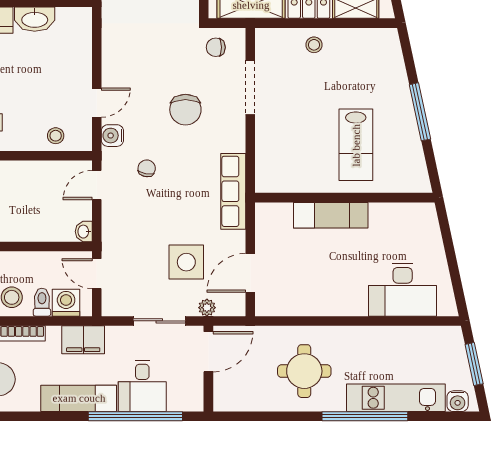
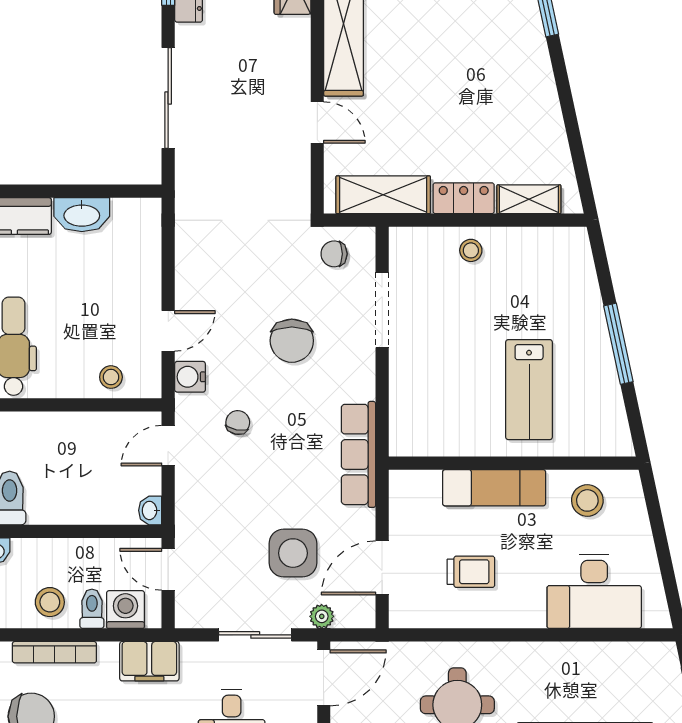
stool: (398, 224) -> (587, 500), added
trolley: (314, 276) -> (471, 572), added

